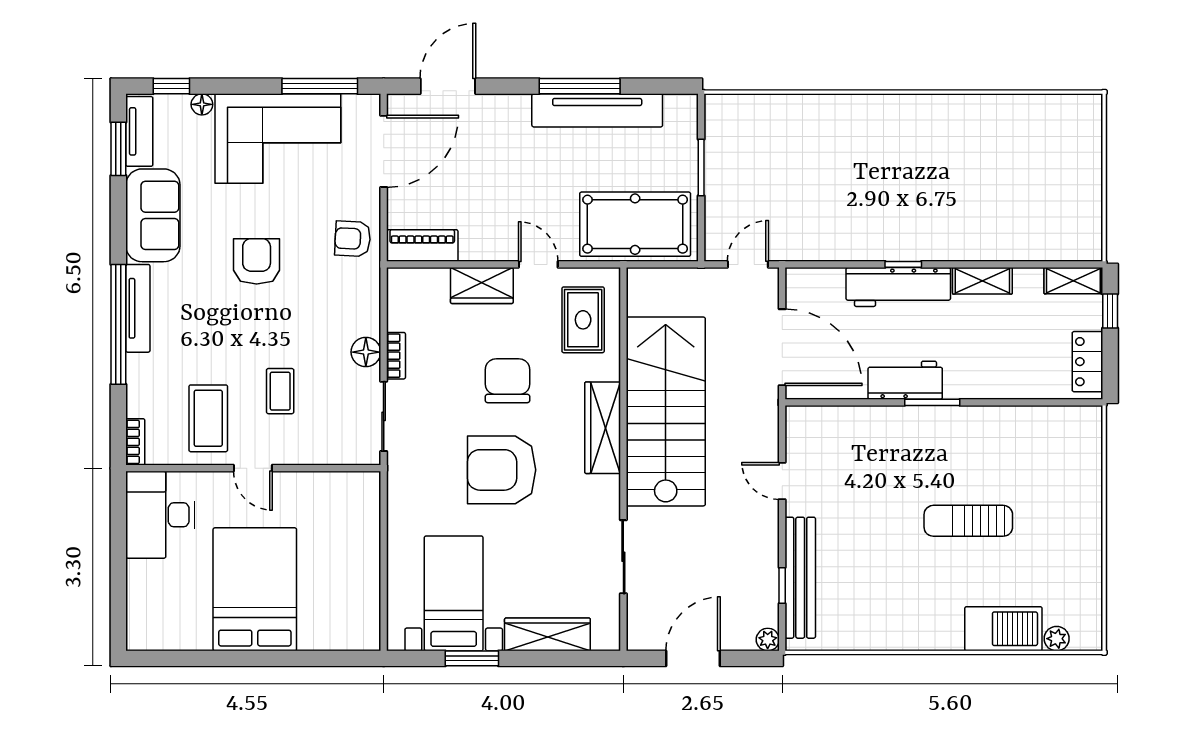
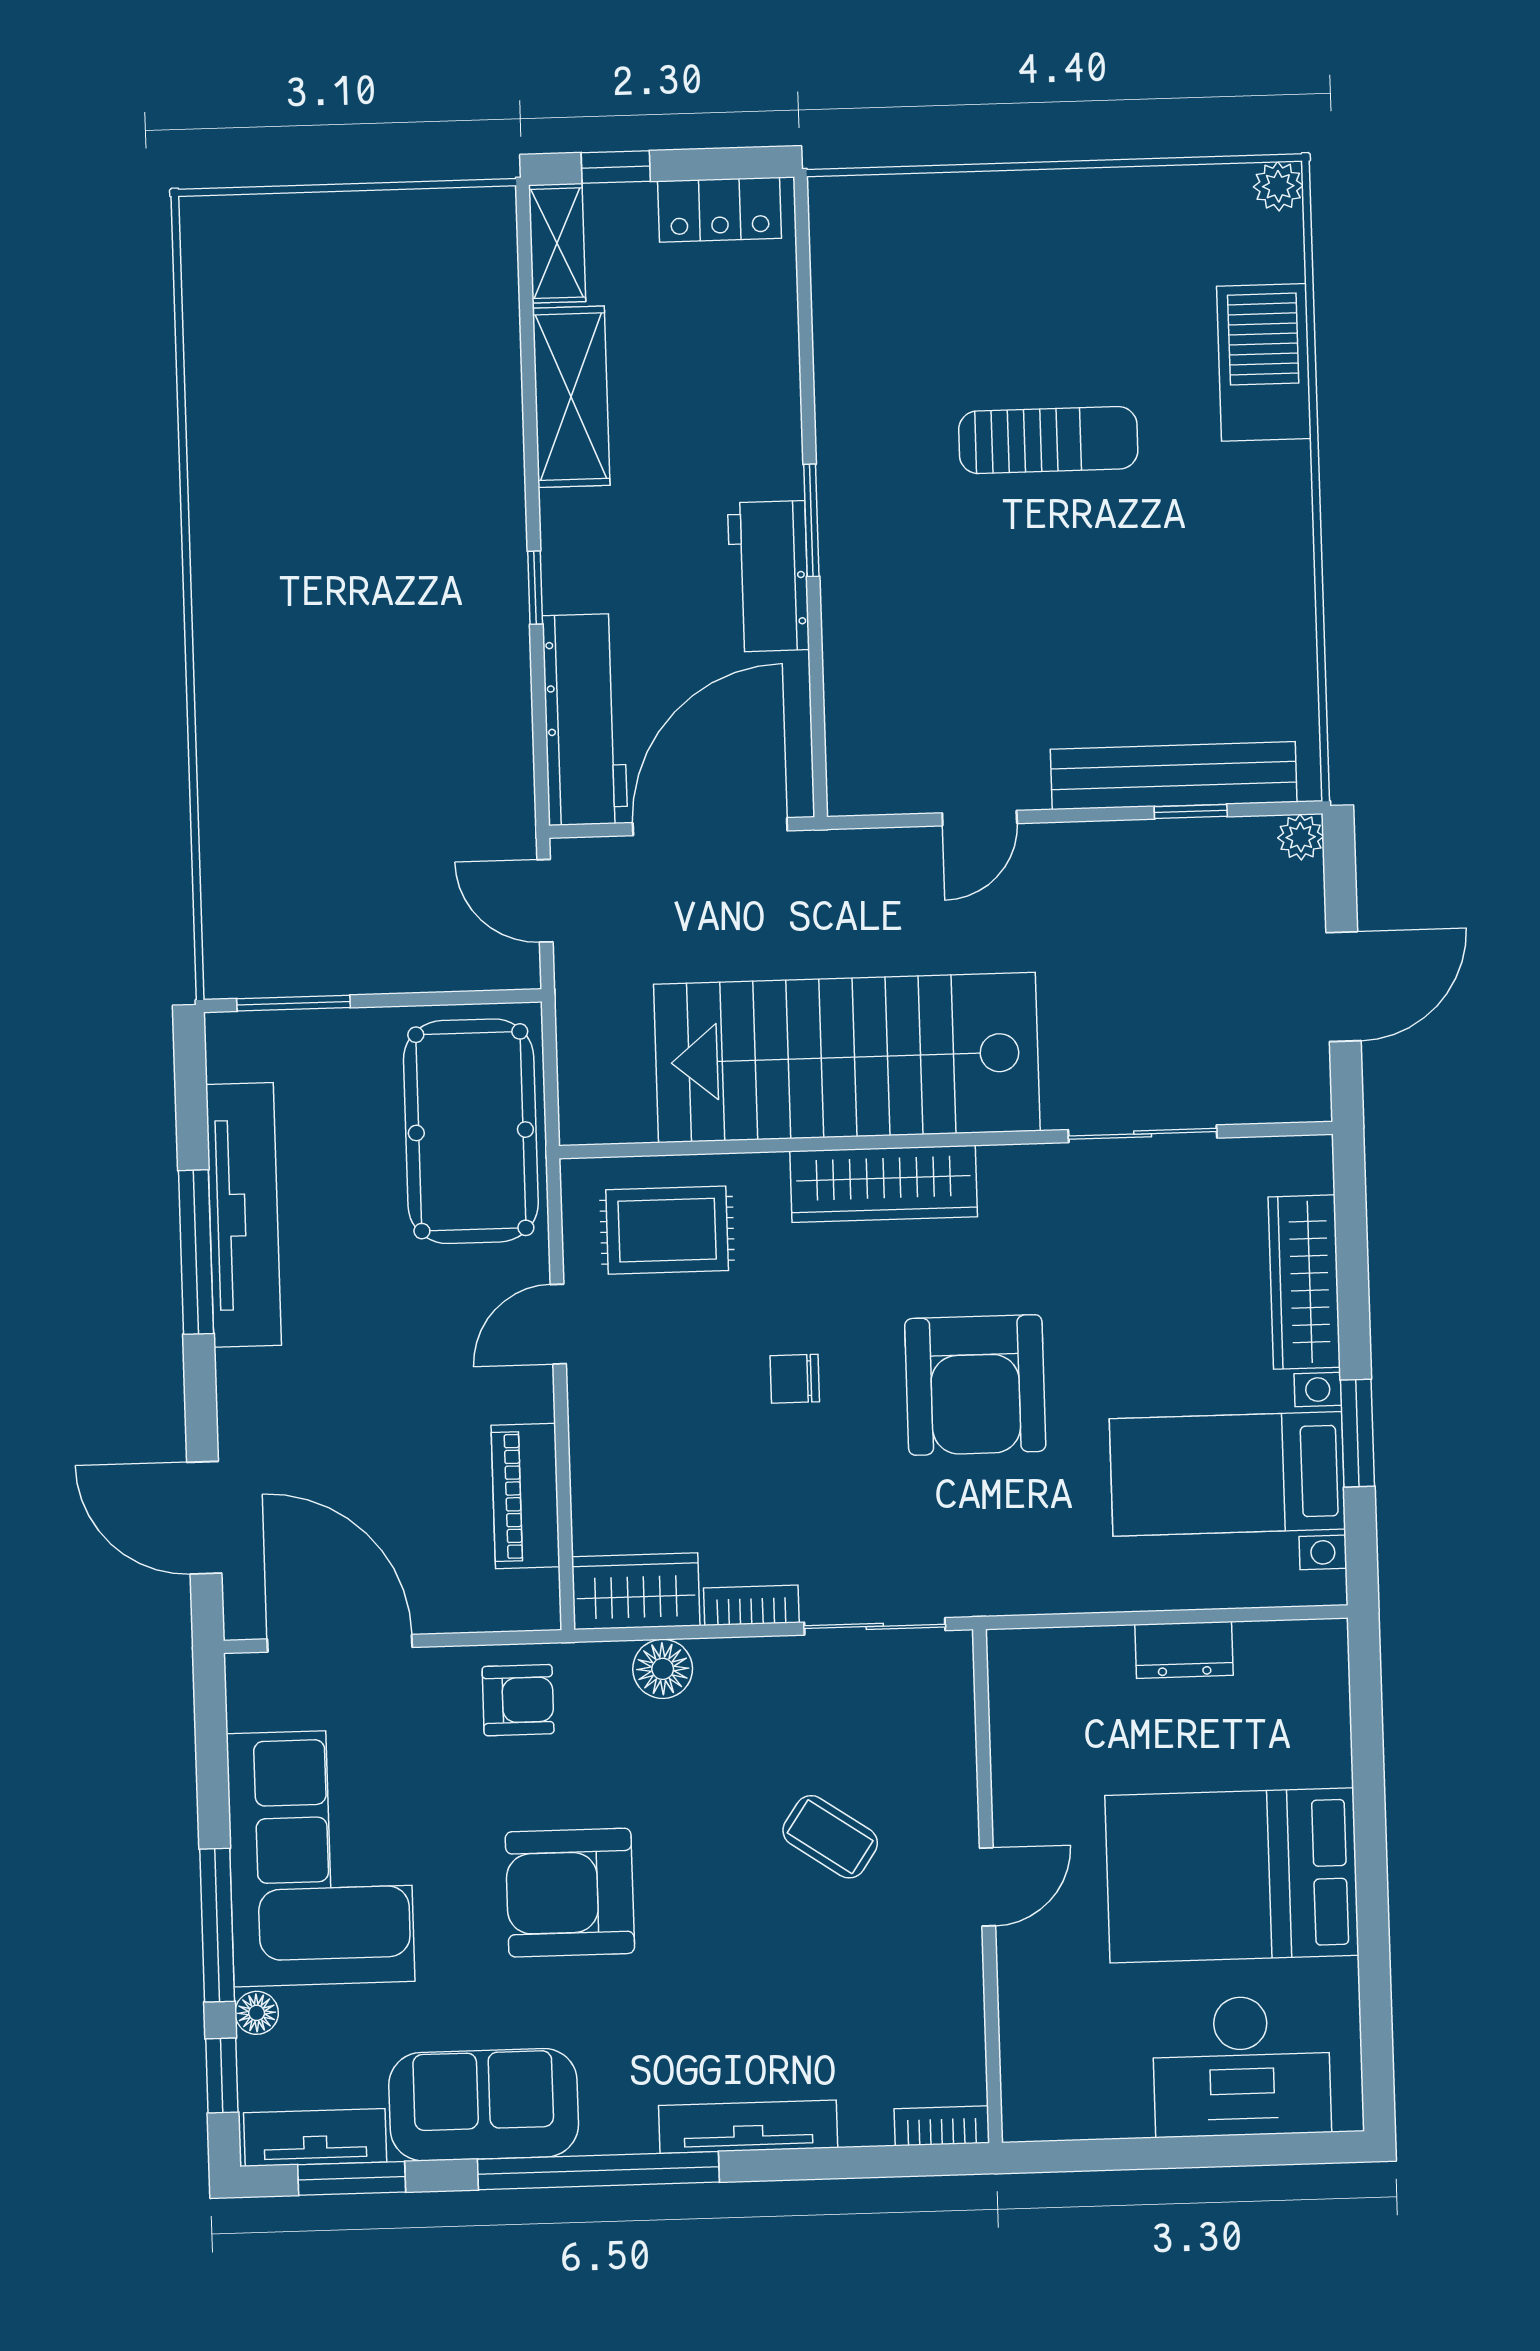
window: (320, 86) -> (217, 1925), moved
window: (701, 168) -> (294, 1003), moved
armchair: (353, 239) -> (518, 1700), turned -93
piano: (422, 246) -> (525, 1496), moved
armchair: (257, 261) -> (570, 1893), width x1.36, depth x1.36
shelving: (982, 281) -> (571, 397), width x1.50, depth x1.33
wardrobe: (482, 286) -> (636, 1591), moved, turned -90
workbench: (898, 287) -> (585, 719), moved
tv unit: (138, 308) -> (748, 2127), moved
window: (118, 324) -> (598, 2171), moved
floor lamp: (366, 352) -> (663, 1669), moved
chair: (508, 381) -> (795, 1379), width x0.54, depth x0.54
coffee table: (280, 391) -> (830, 1837), turned 34
coffee table: (208, 418) -> (890, 1980), removed
desk: (160, 515) -> (1242, 2066), moved
sun lounger: (968, 521) -> (1048, 440), turned -90
dresser: (367, 569) -> (1184, 1650), added
plant: (1057, 639) -> (1278, 186), moved
door: (693, 658) -> (1343, 987), swing flipped

